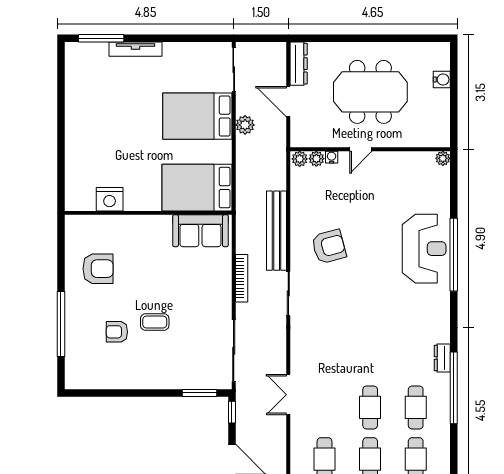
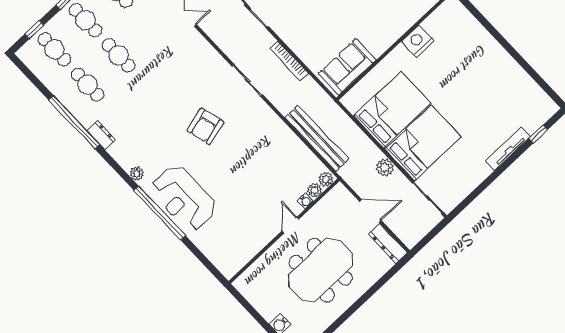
window: (101, 38) -> (538, 134), width x0.46
plant: (443, 158) -> (137, 174), moved
bed: (197, 188) -> (392, 110), moved
nightstand: (110, 199) -> (418, 41), moved
bench: (277, 231) -> (317, 138), moved
armchair: (329, 247) -> (205, 126), moved

